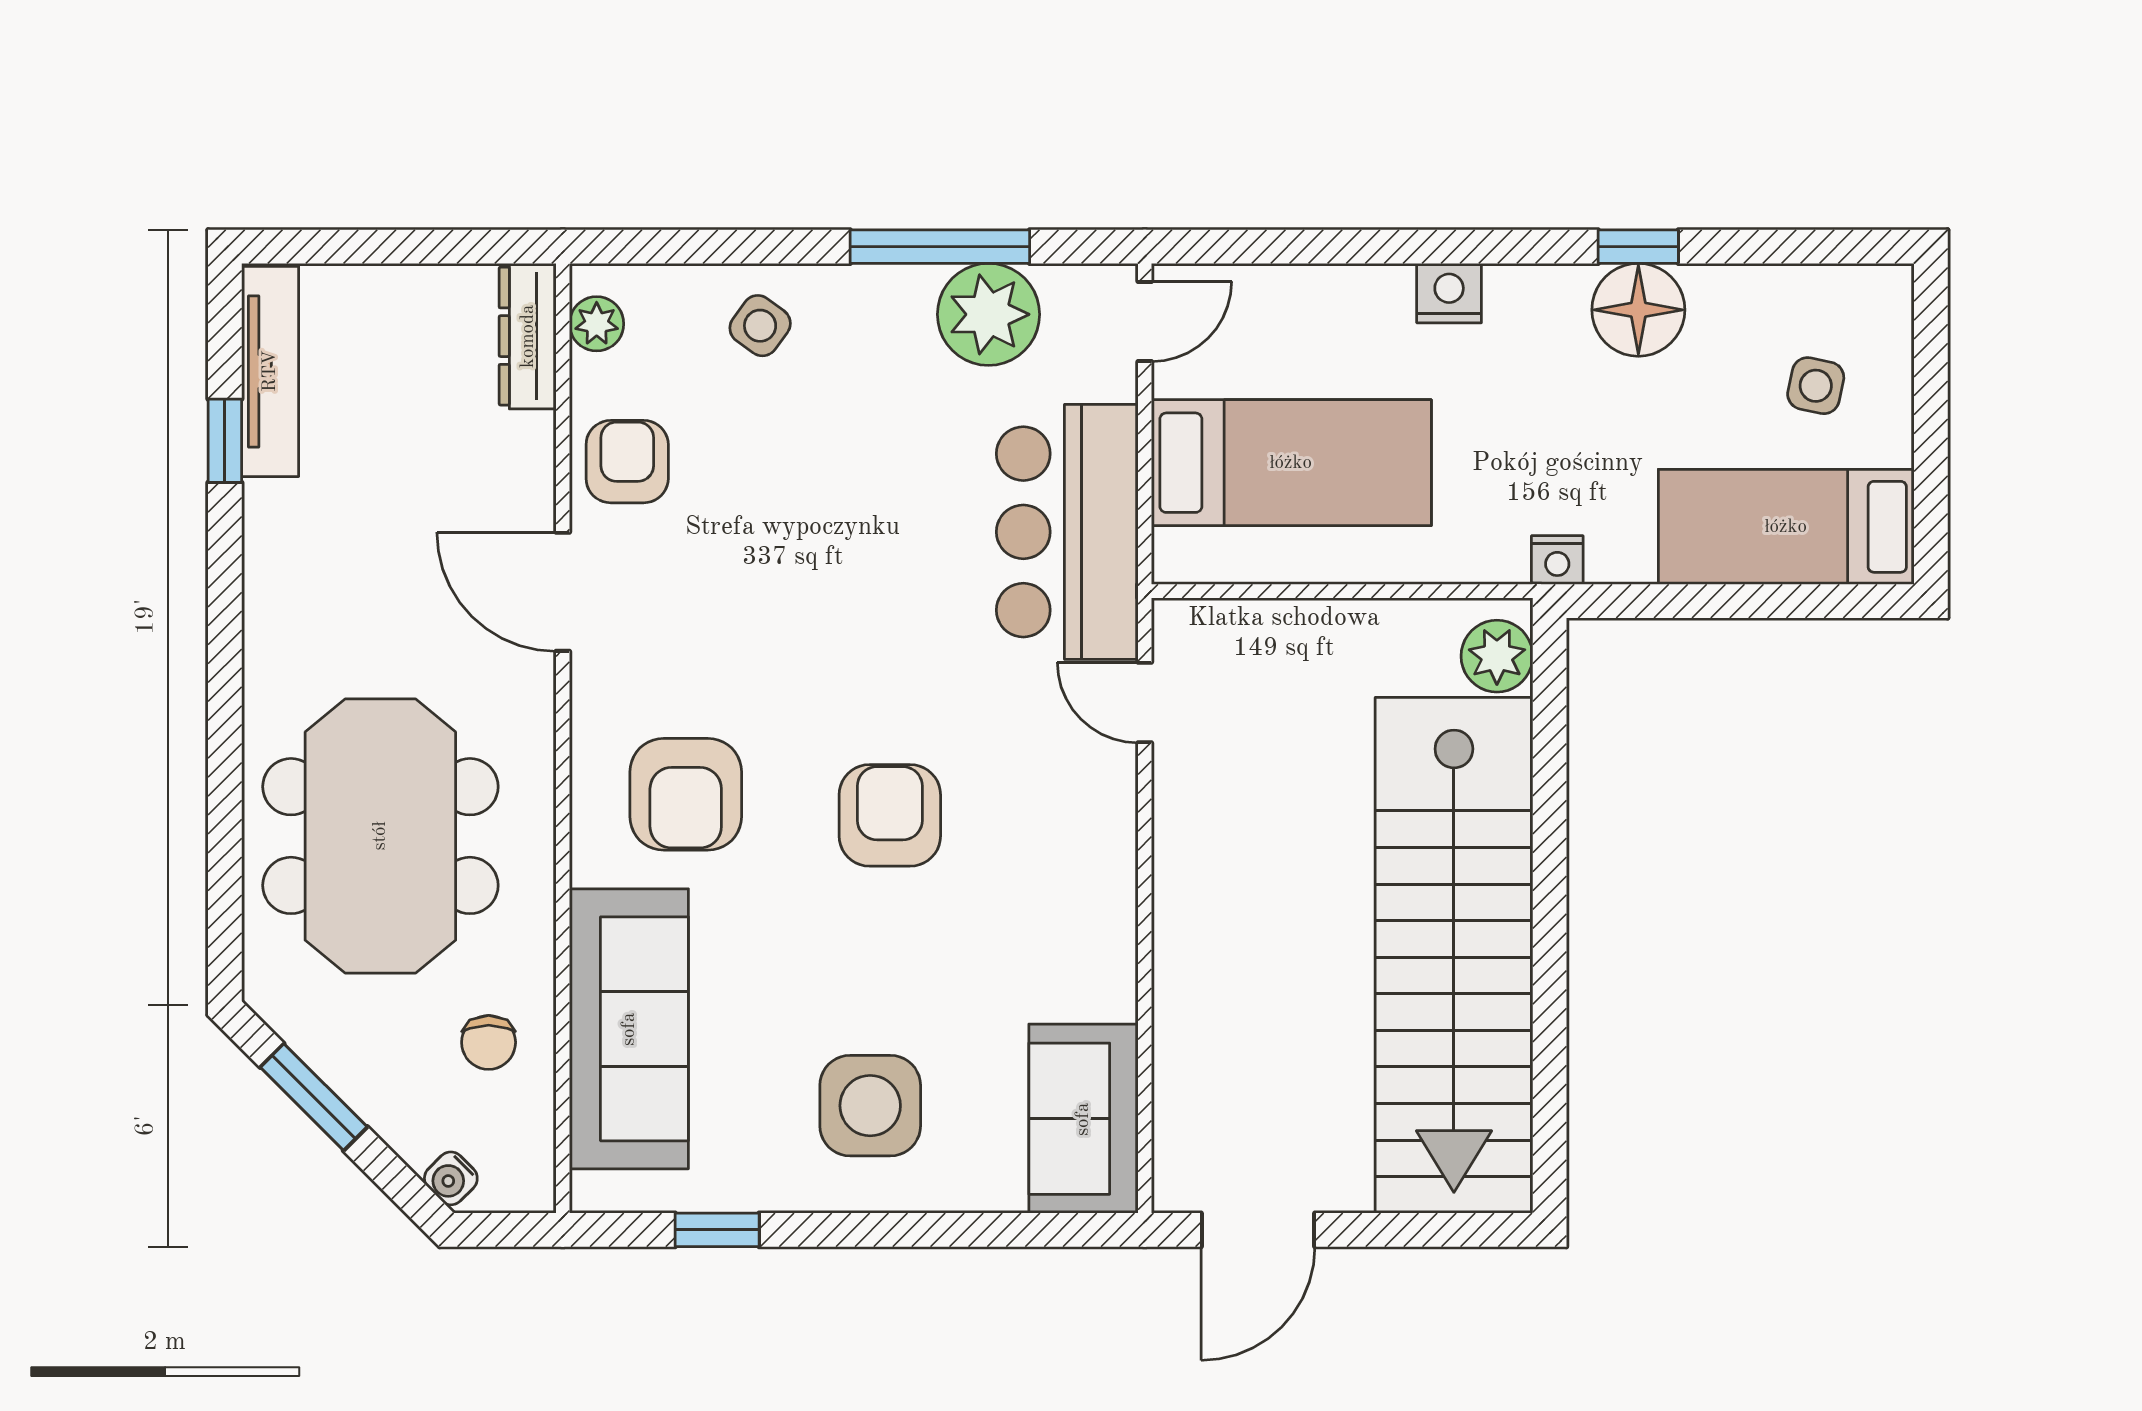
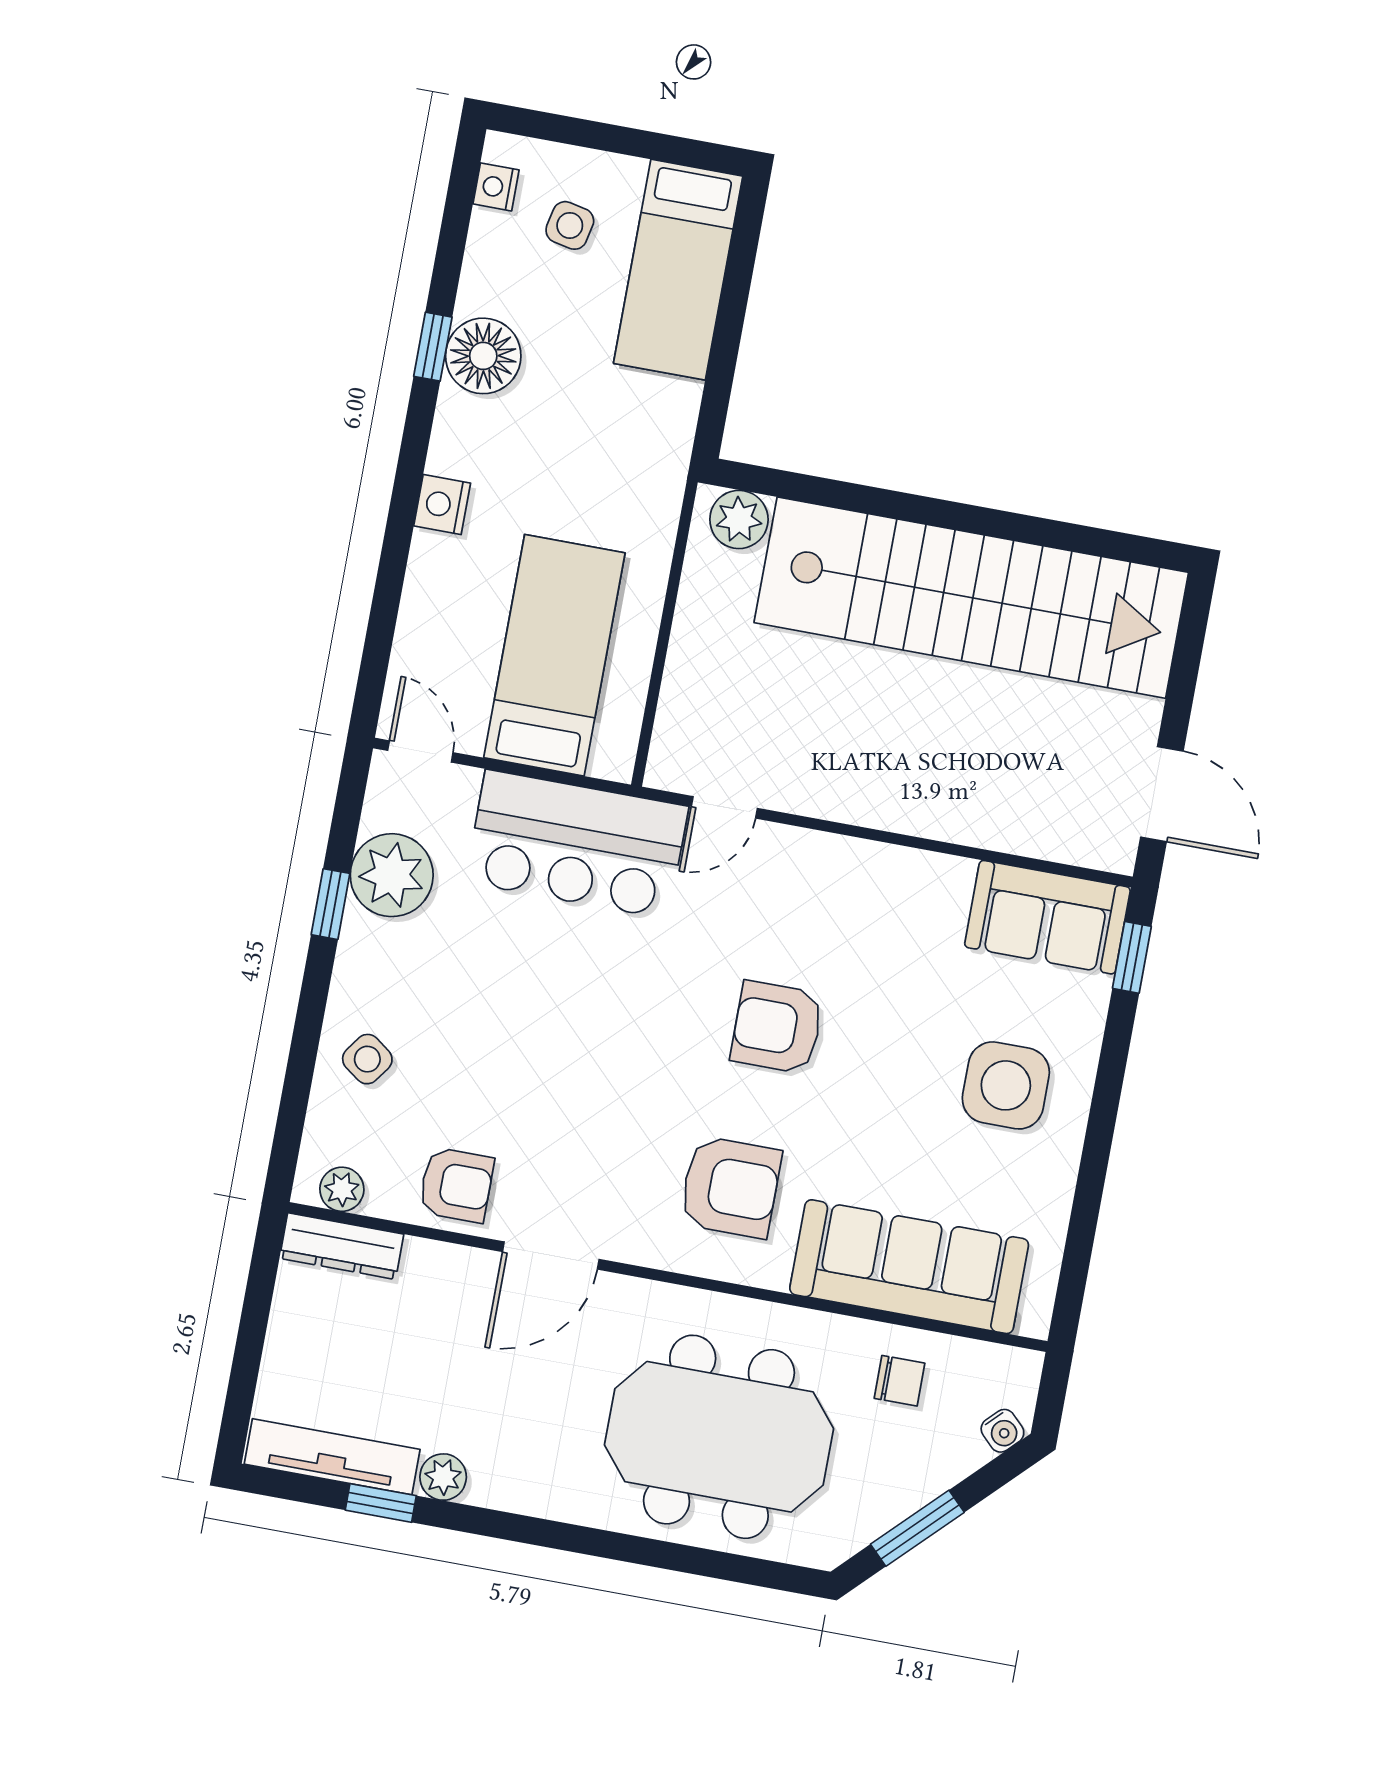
window: (940, 247) -> (330, 904), width x0.46
armchair: (627, 462) -> (456, 1185), turned 180
plant: (270, 511) -> (443, 1477), added
nightstand: (1557, 560) -> (496, 187), moved, turned 180
window: (717, 1230) -> (1132, 957), moved

